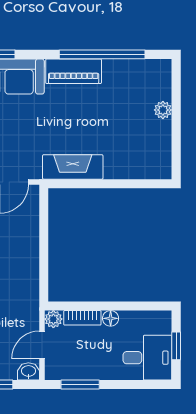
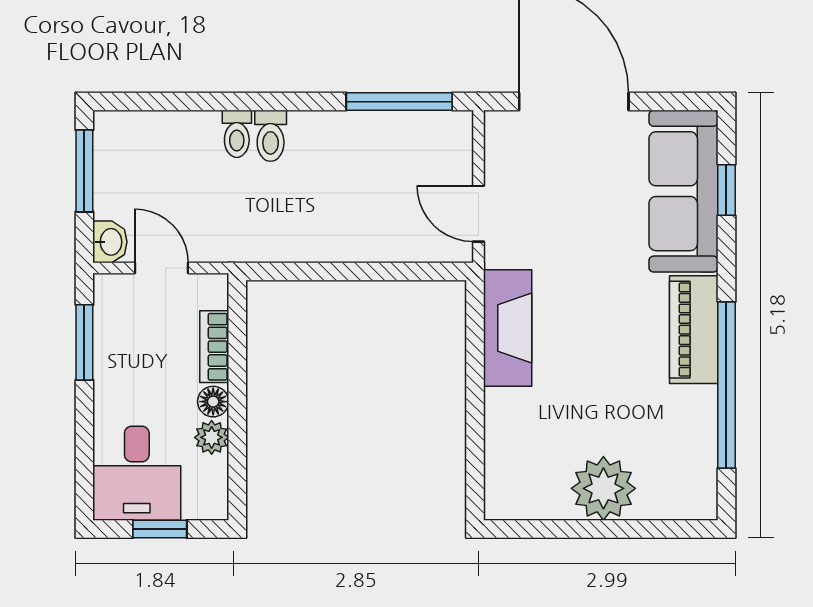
plant: (163, 110) -> (603, 488), width x1.88, depth x1.88
plant: (53, 319) -> (212, 437), moved

